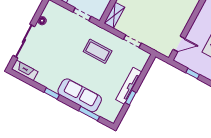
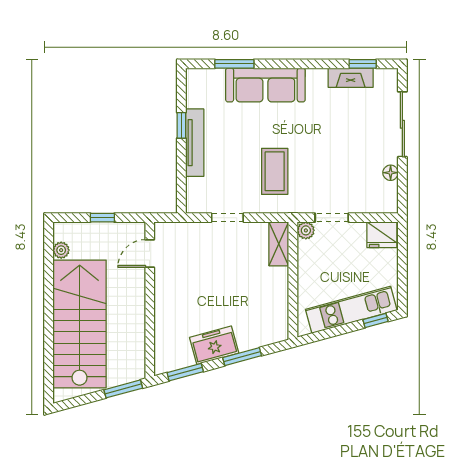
plant: (98, 15) -> (306, 230), added
coffee table: (98, 51) -> (275, 171), turned 90
fireplace: (25, 70) -> (351, 78), moved
window: (52, 94) -> (363, 64), moved

